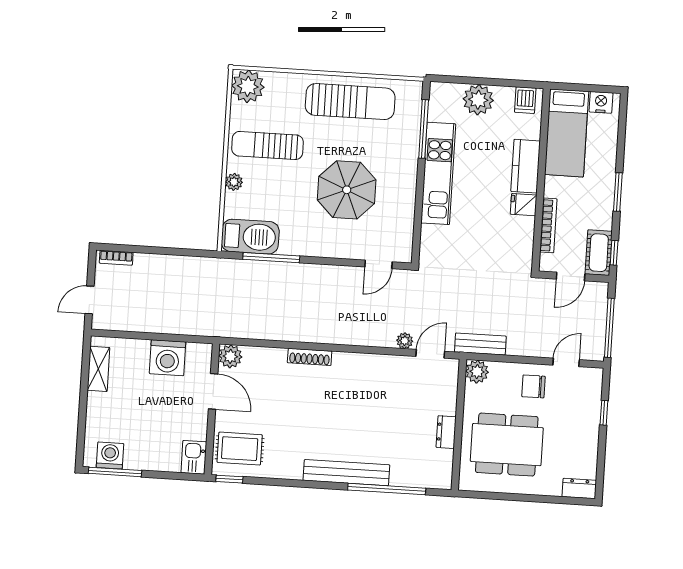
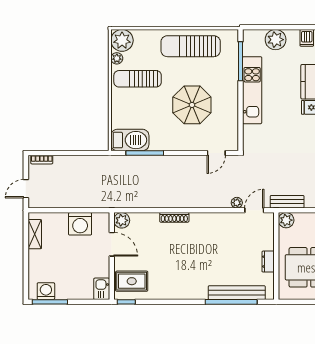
sun lounger: (350, 102) -> (191, 46), turned 180
plant: (234, 182) -> (117, 58), moved
bench: (346, 473) -> (237, 293), moved

